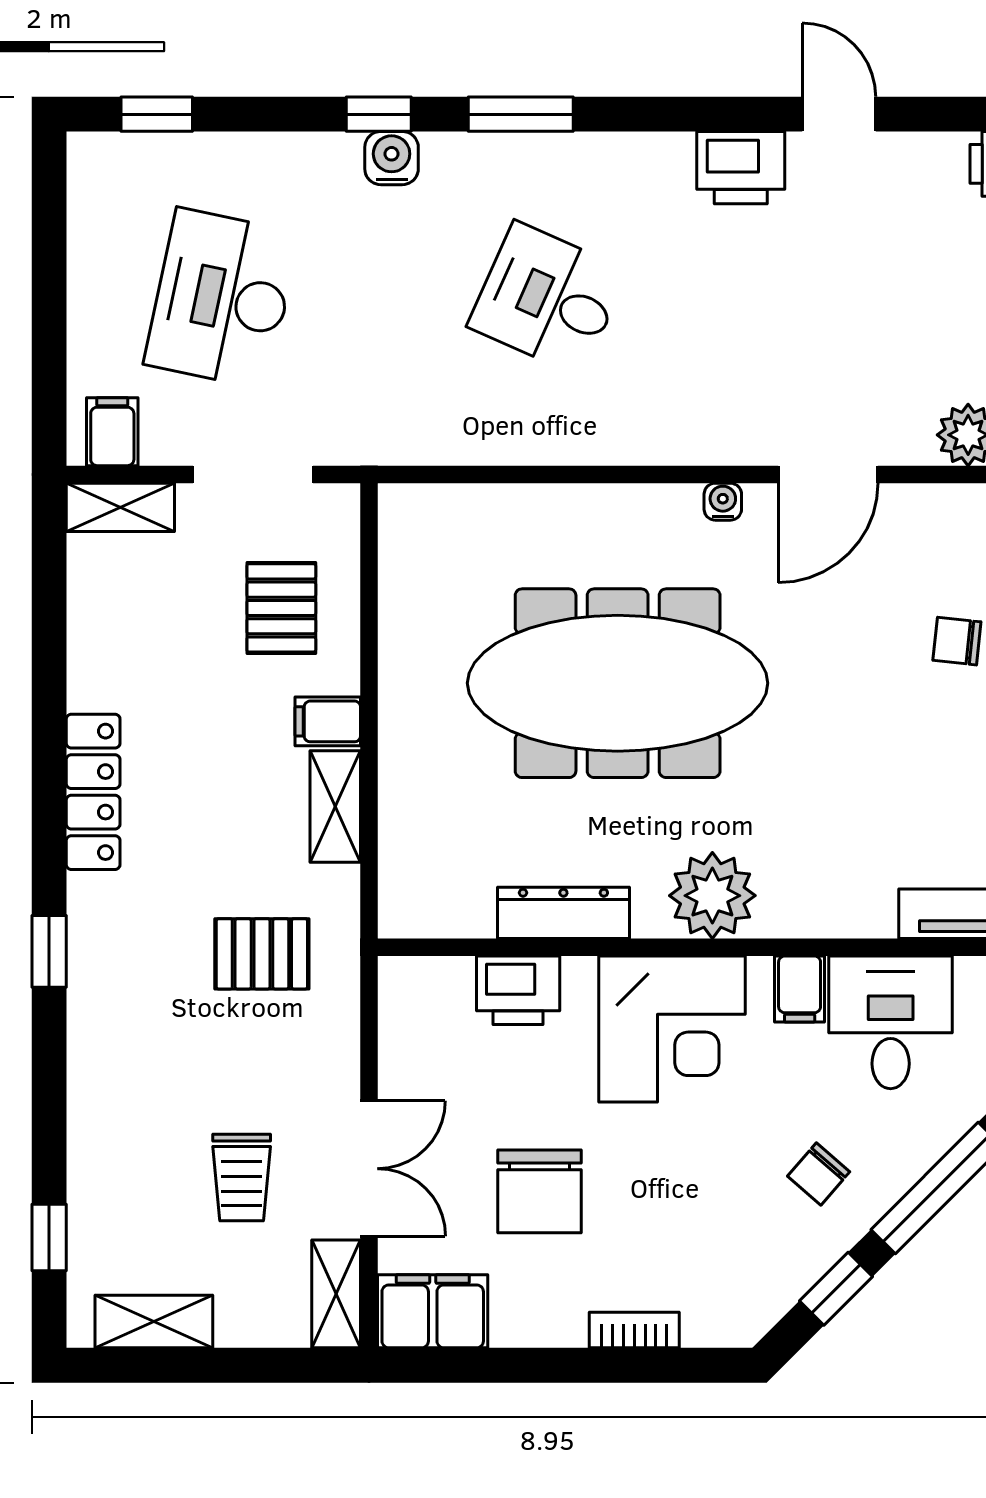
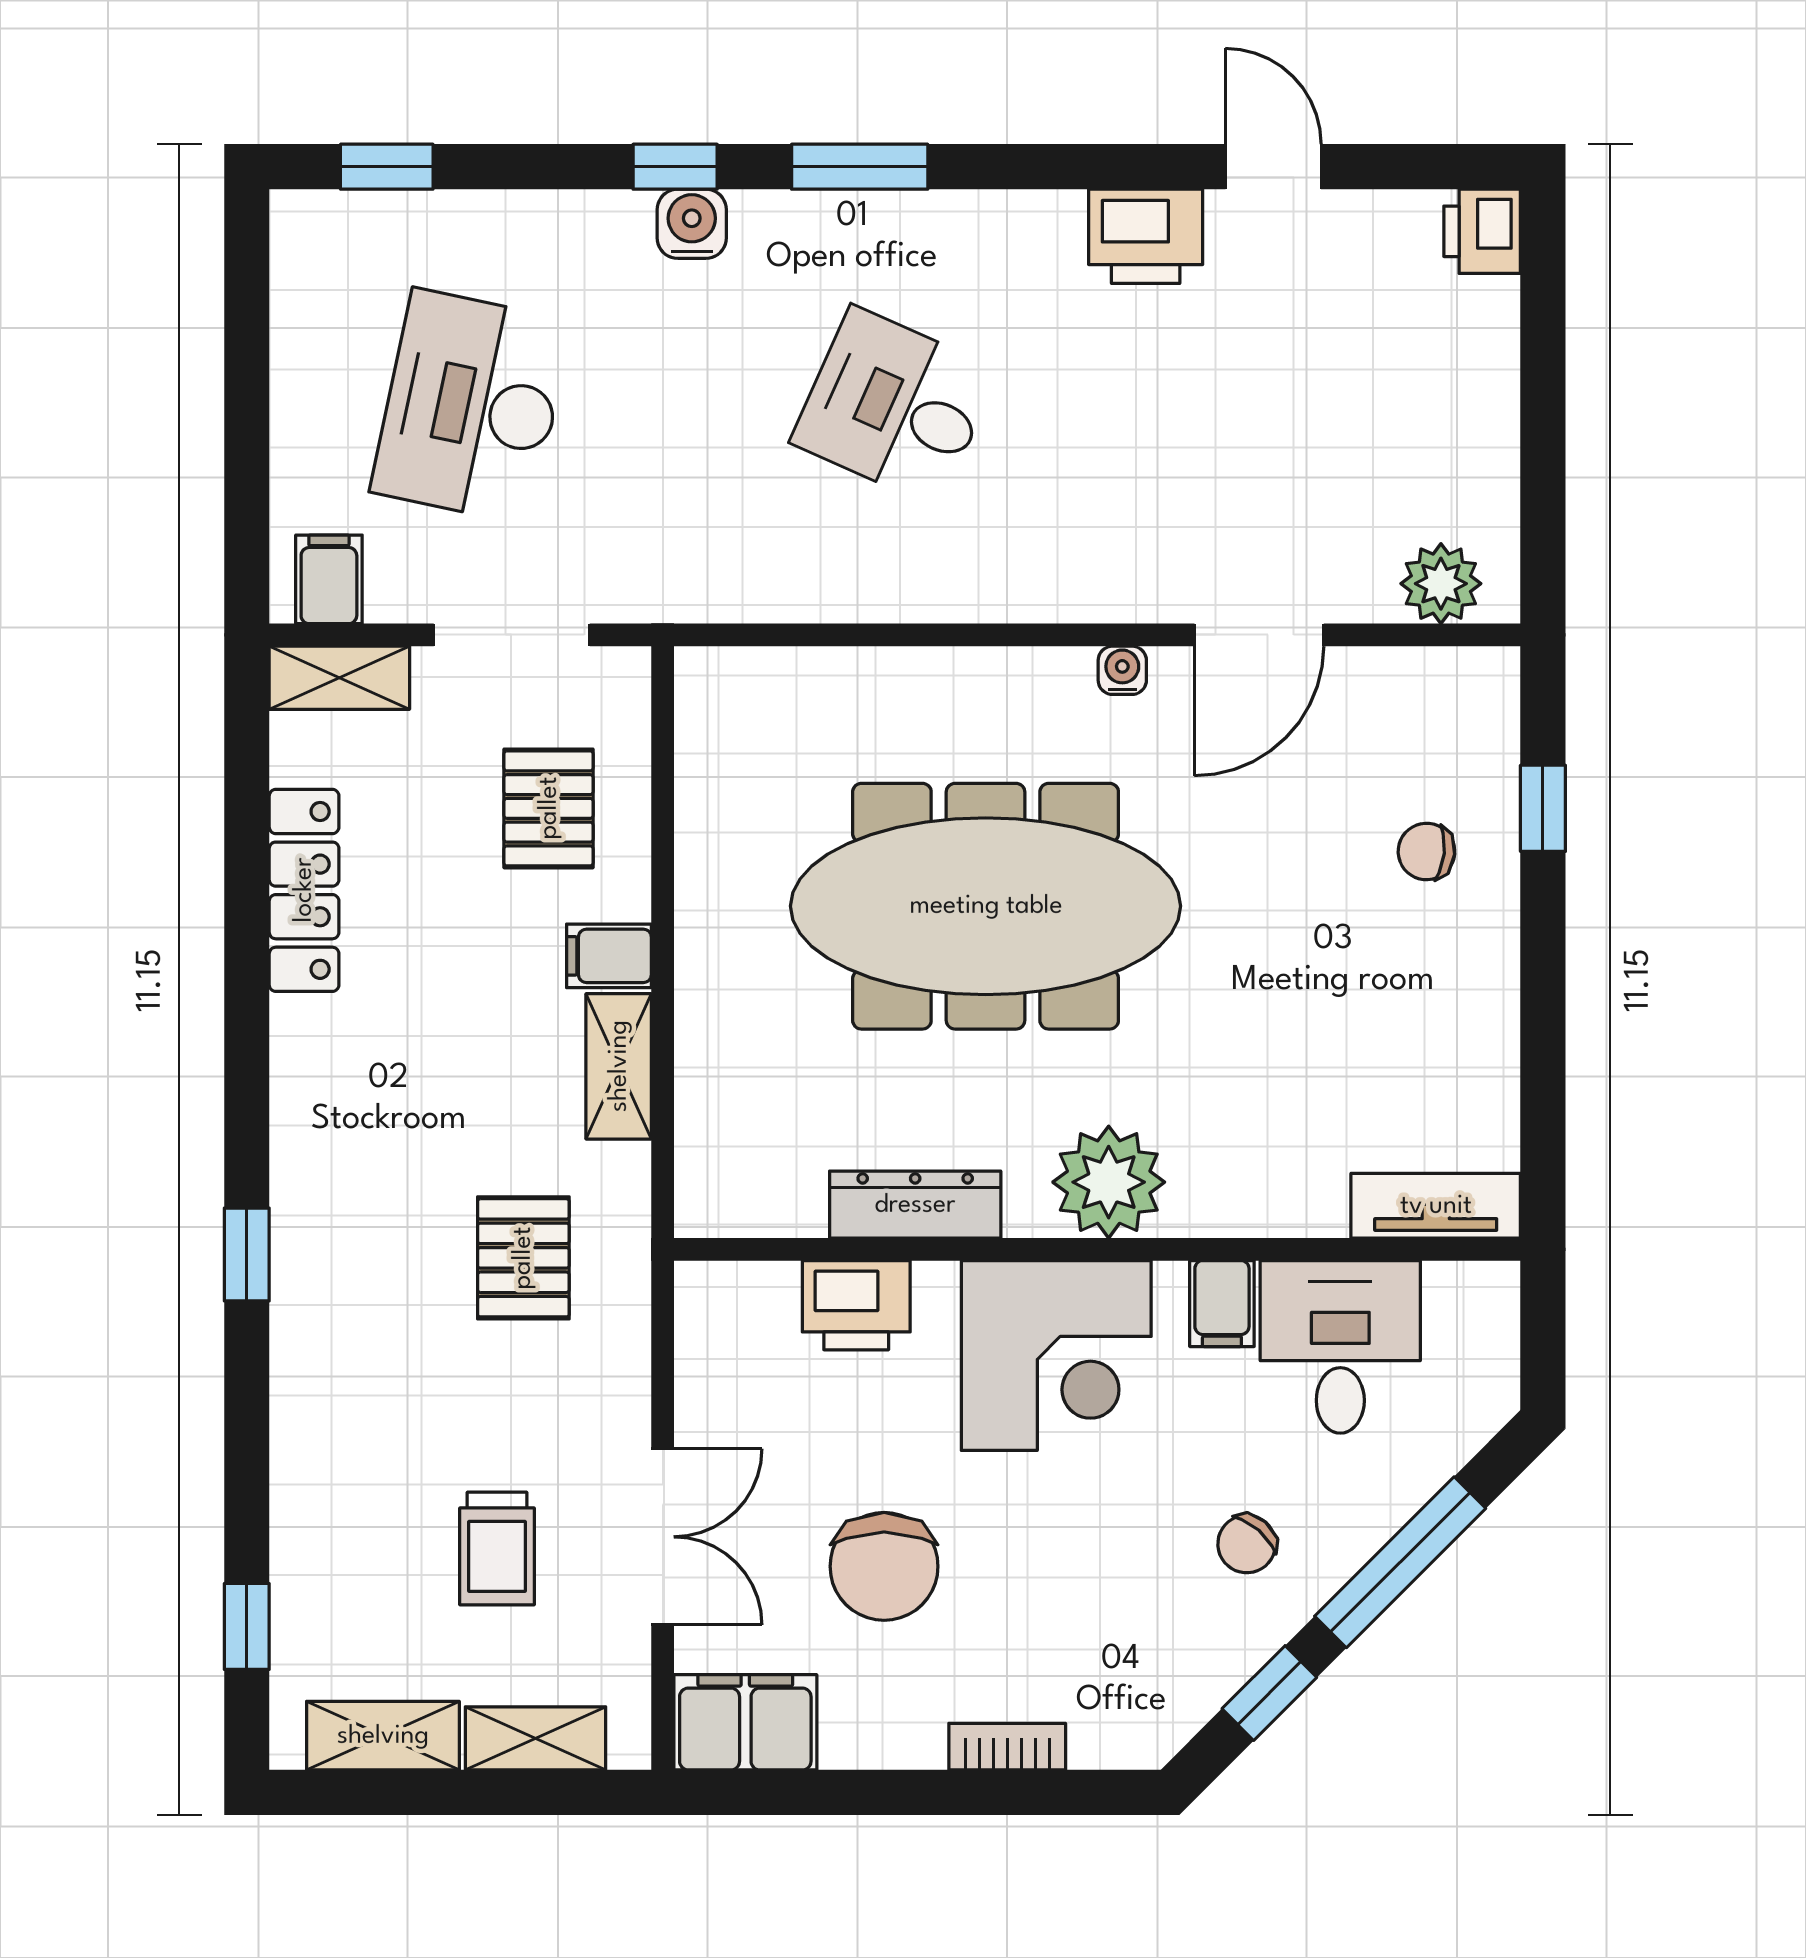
locker: (93, 792) -> (304, 890), moved
pallet: (262, 954) -> (523, 1258), turned 90
shelving: (336, 1294) -> (536, 1738), moved, turned 90

